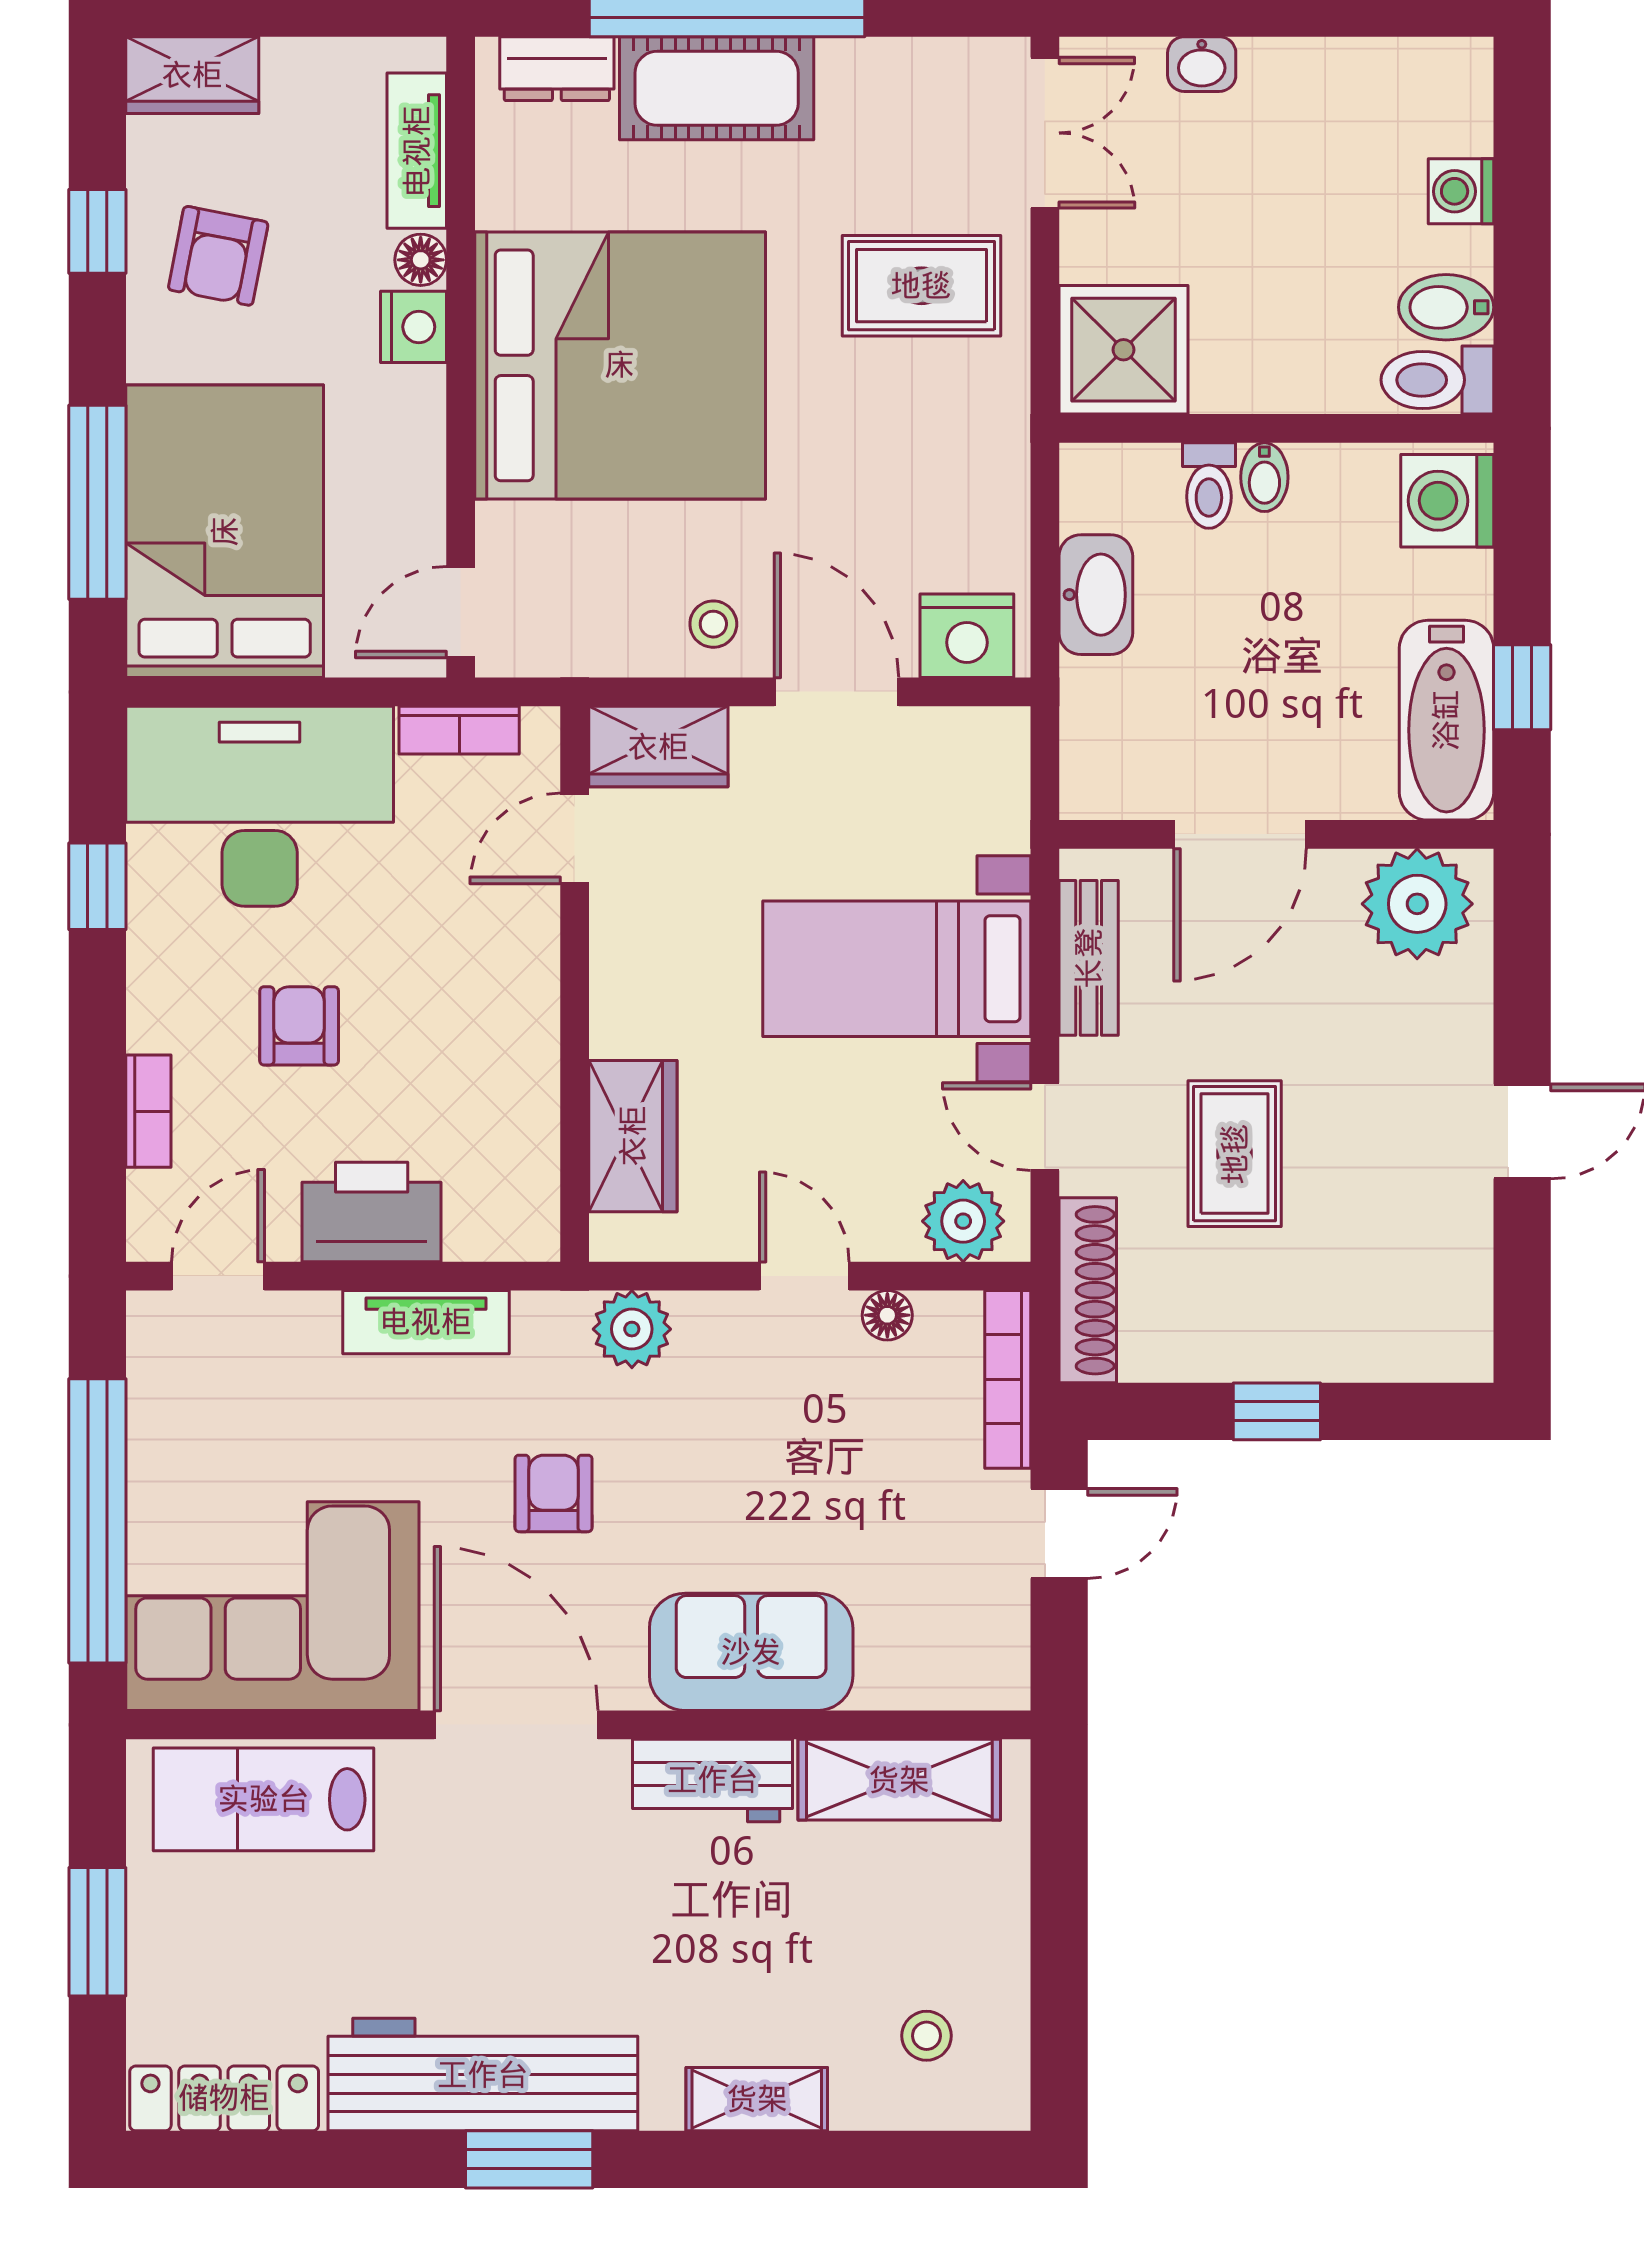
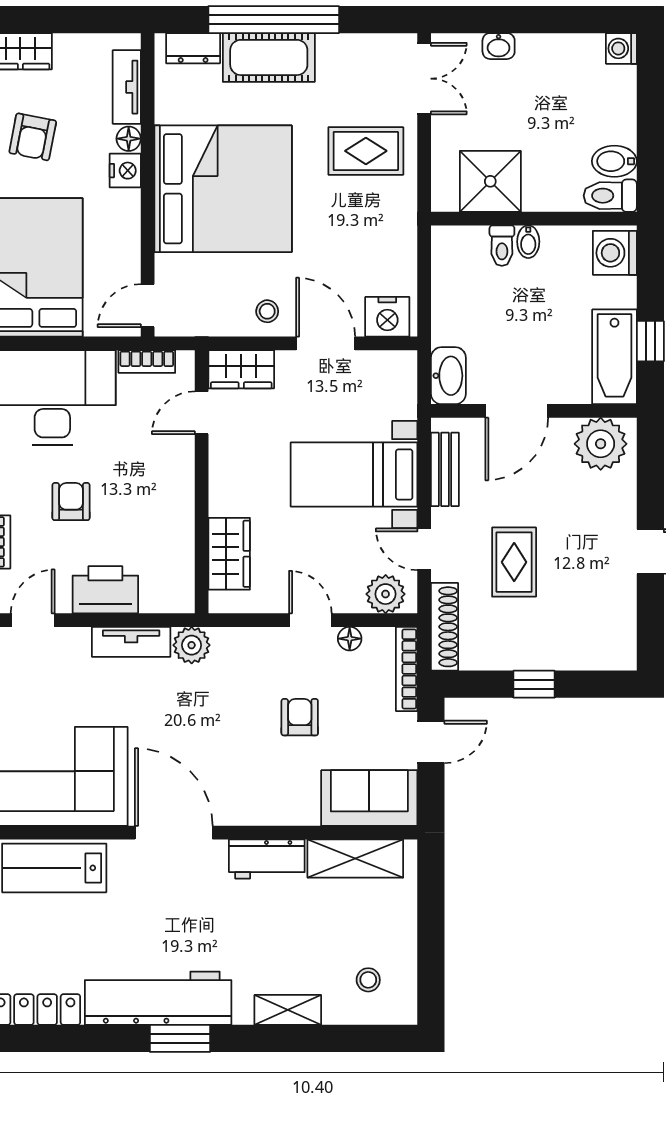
washing machine: (1461, 191) -> (621, 48), moved
shower: (1123, 350) -> (490, 181), moved
washbasin: (1096, 595) -> (448, 376), moved
plant: (632, 1329) -> (192, 645), moved
armchair: (554, 1493) -> (300, 717), moved
sofa: (751, 1652) -> (369, 798), moved

